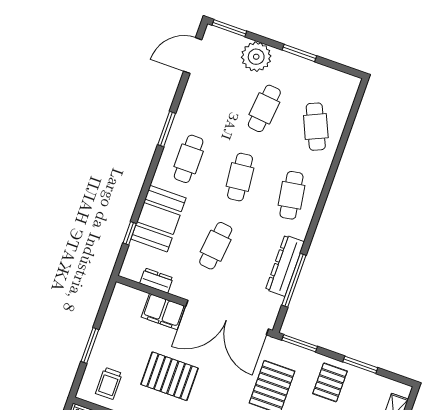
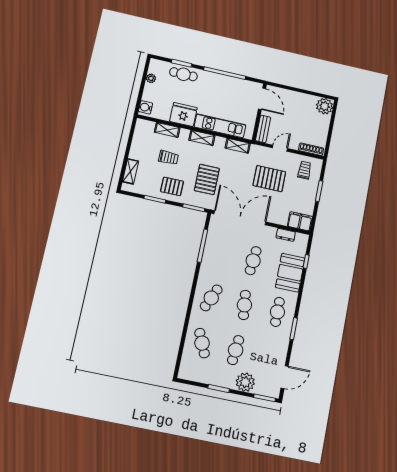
cafe table: (291, 195) -> (211, 298), turned 33
dresser: (285, 266) -> (209, 254), removed
filing cabinet: (163, 312) -> (300, 221), moved
pallet: (330, 382) -> (172, 186), turned 90

